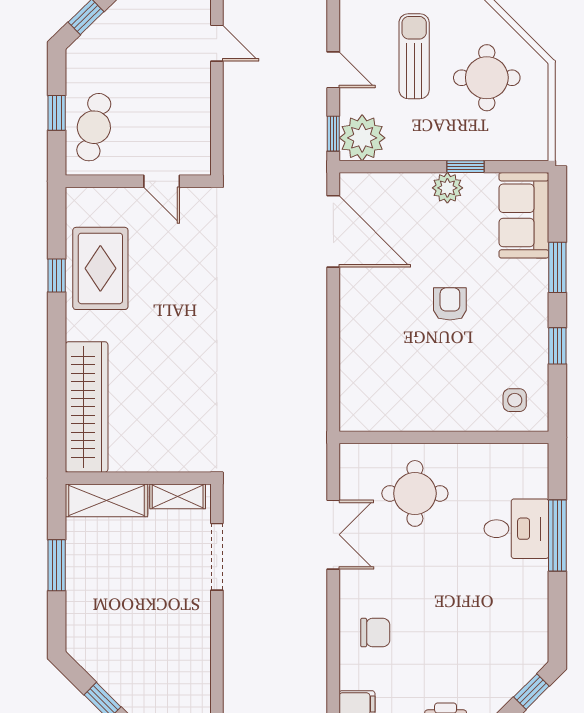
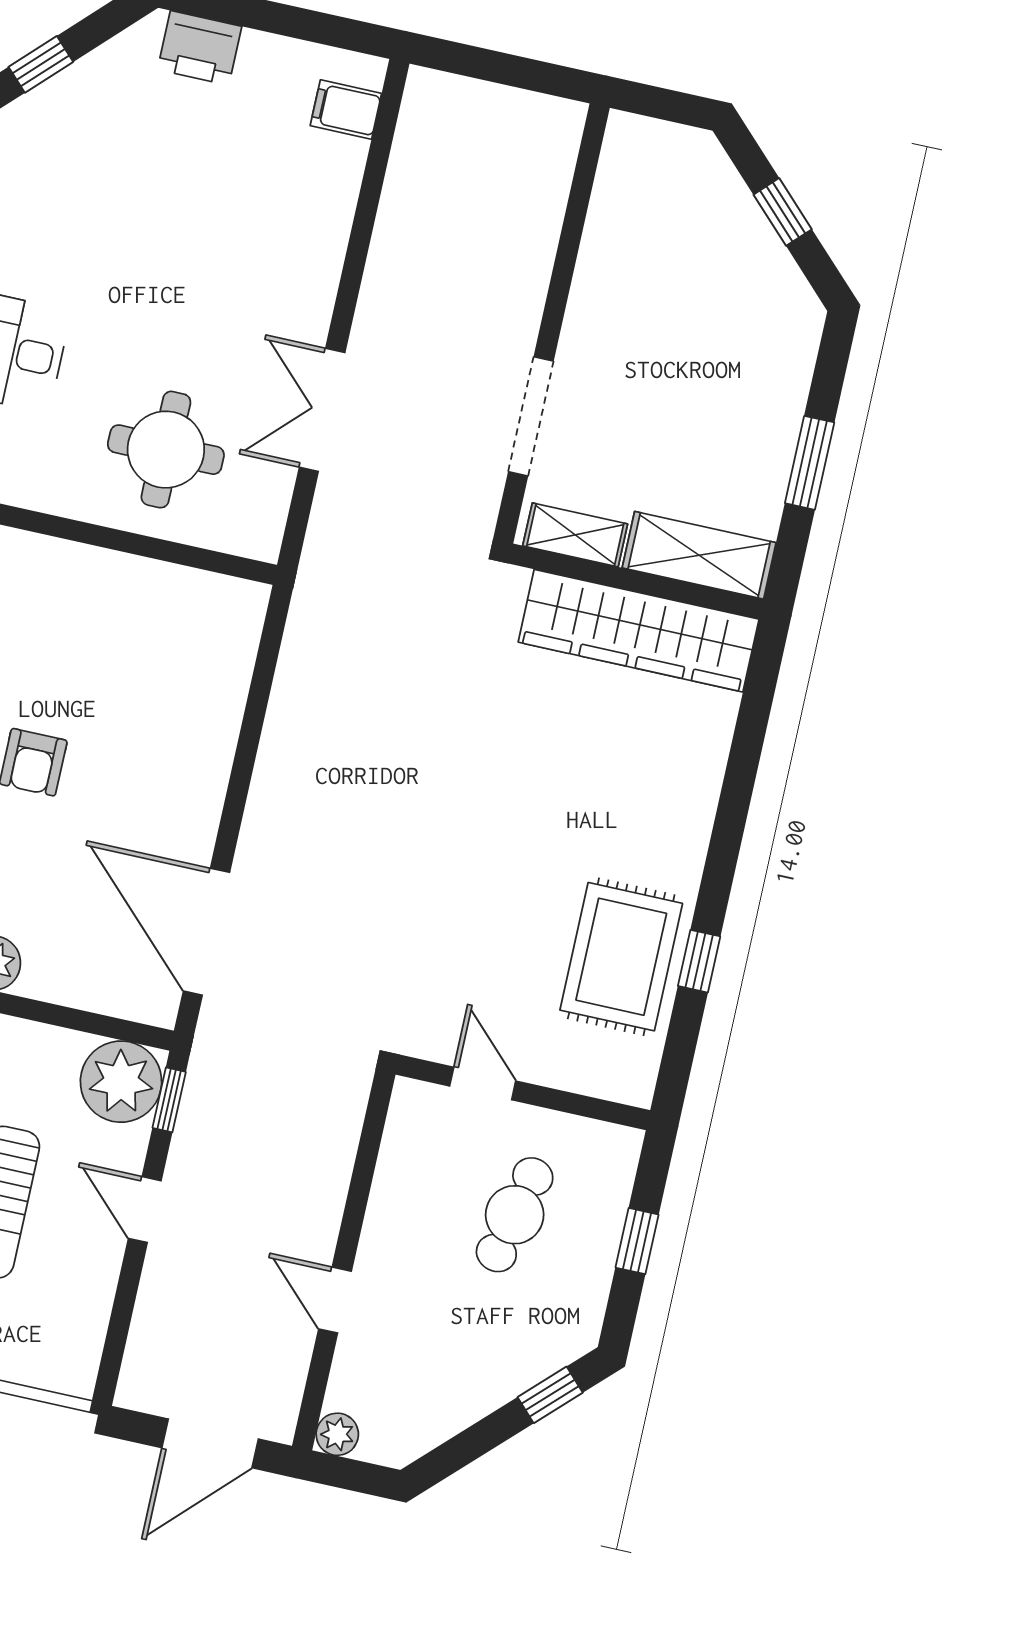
cafe table: (94, 127) -> (515, 1215), moved
wardrobe: (87, 407) -> (639, 631), moved, turned -90
chair: (375, 633) -> (287, 225), removed

